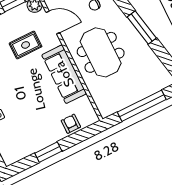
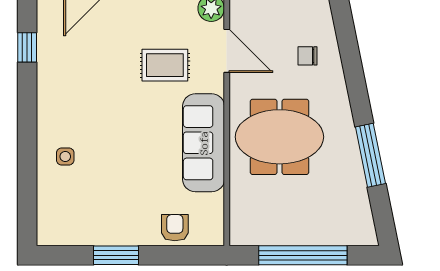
window: (142, 27) -> (370, 155), moved
meeting table: (101, 52) -> (279, 137), turned 90

